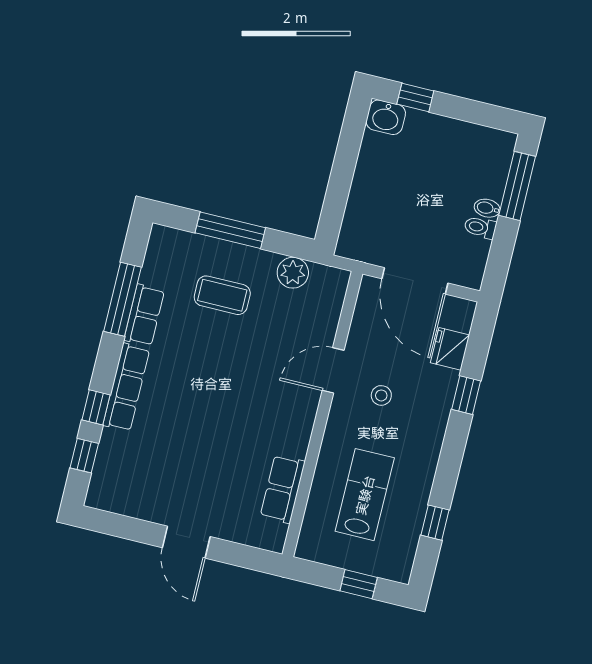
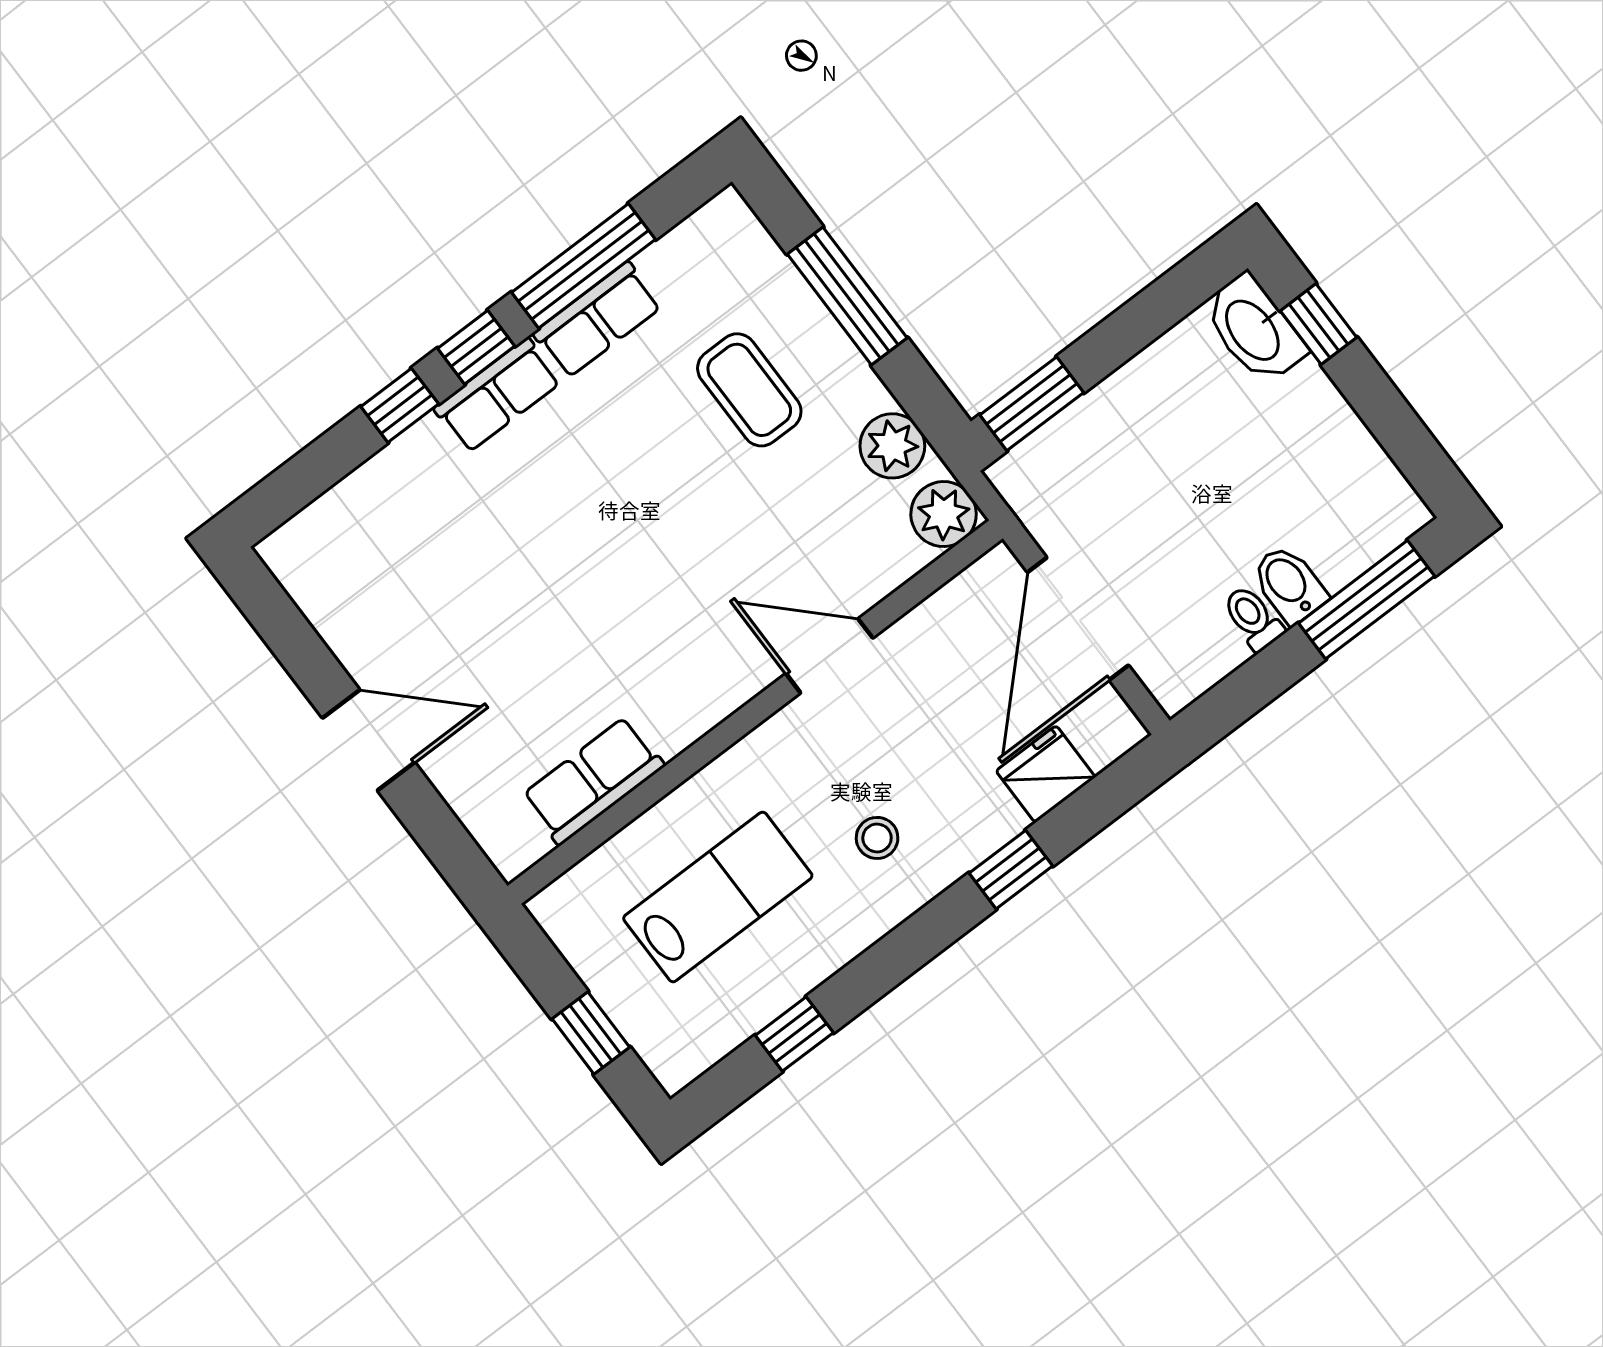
washbasin: (386, 117) -> (1254, 329), width x1.38
bidet: (487, 208) -> (1289, 584), width x1.38, depth x1.36
window: (332, 214) -> (1032, 404), added
plant: (333, 283) -> (944, 514), added
row of seats: (126, 387) -> (497, 395), width x0.68
stool: (381, 395) -> (877, 838), moved
window: (84, 456) -> (476, 347), moved
door: (186, 542) -> (369, 740), swing flipped

